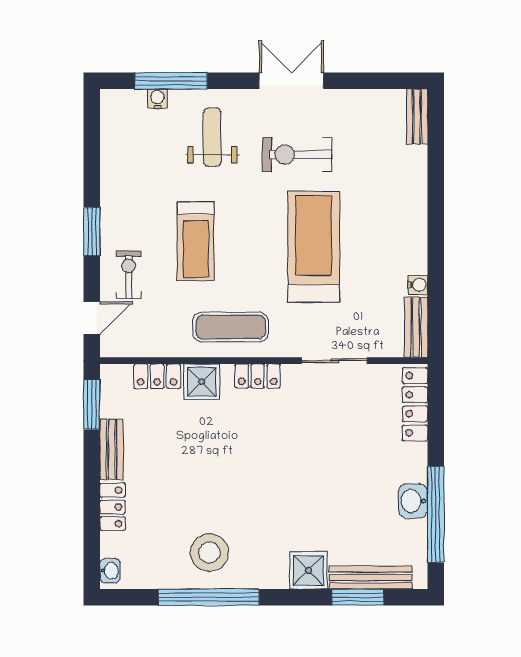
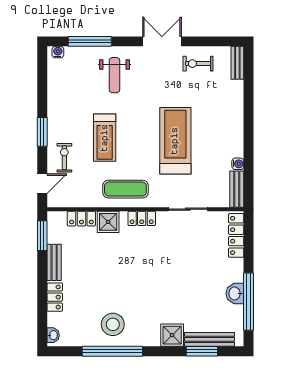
water cooler: (157, 99) -> (58, 52), moved
weight bench: (212, 137) -> (114, 75), turned 180
exercise bike: (297, 155) -> (198, 64), moved, width x0.73, depth x0.72

